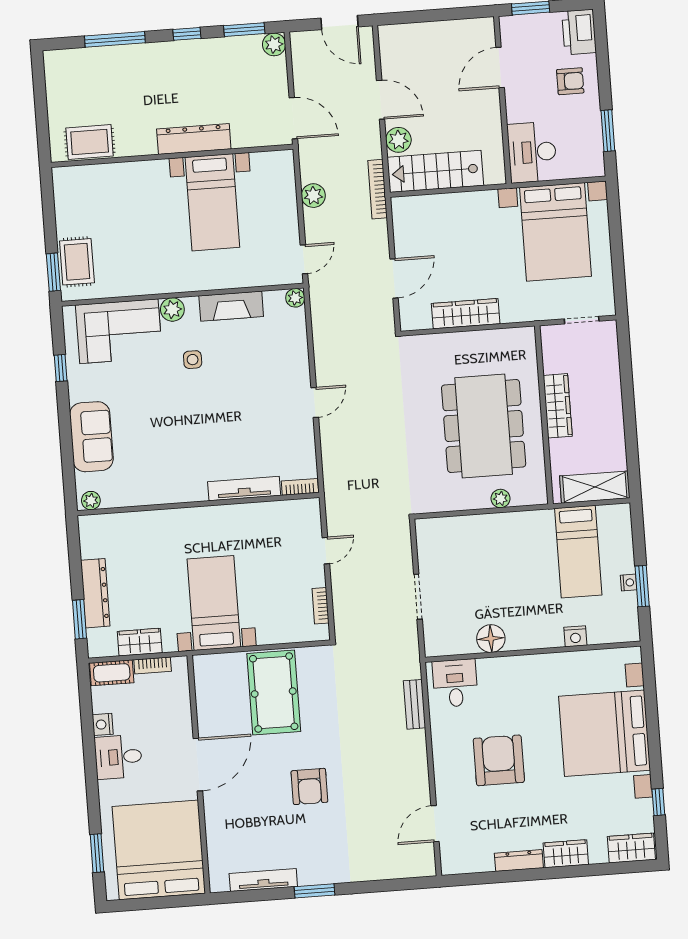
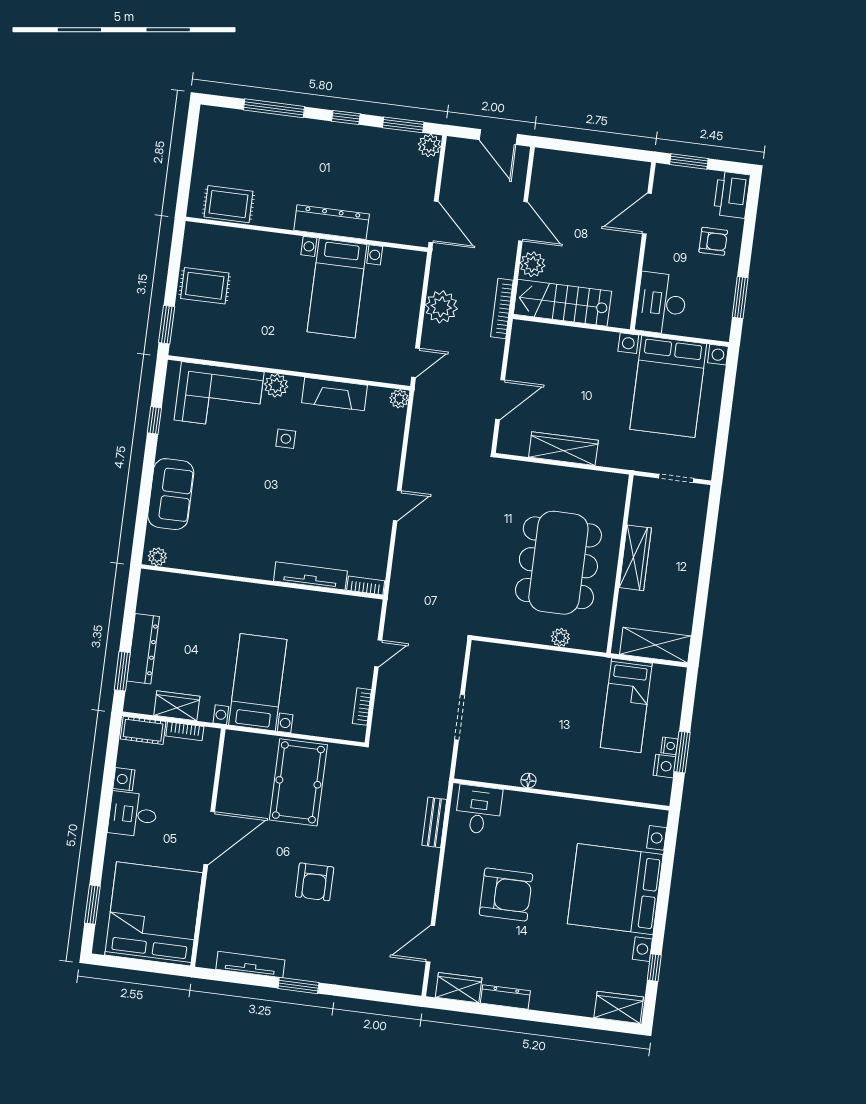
plant: (313, 196) -> (441, 307), width x1.36, depth x1.36
rug: (77, 262) -> (205, 286), moved, turned 90
nightstand: (575, 636) -> (665, 766), moved, turned -90
floor lamp: (491, 639) -> (528, 781), width x0.53, depth x0.53
armchair: (499, 760) -> (506, 894), turned 90
wardrobe: (566, 854) -> (459, 988), moved

